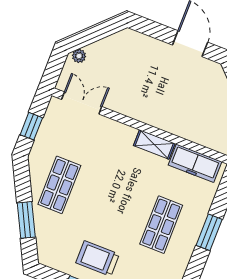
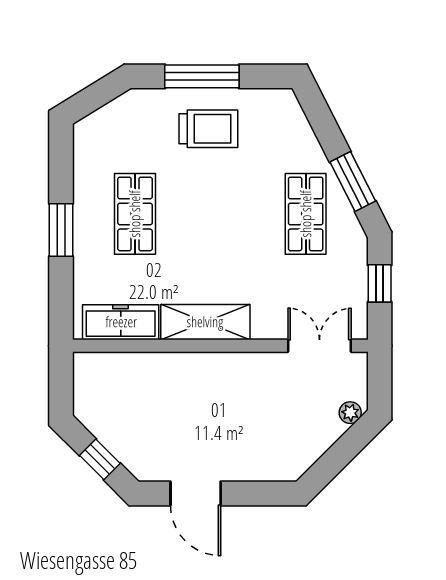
double door: (82, 103) -> (320, 346), swing flipped
shelving: (154, 144) -> (205, 322), width x1.50, depth x1.33
window: (26, 220) -> (353, 182), moved

